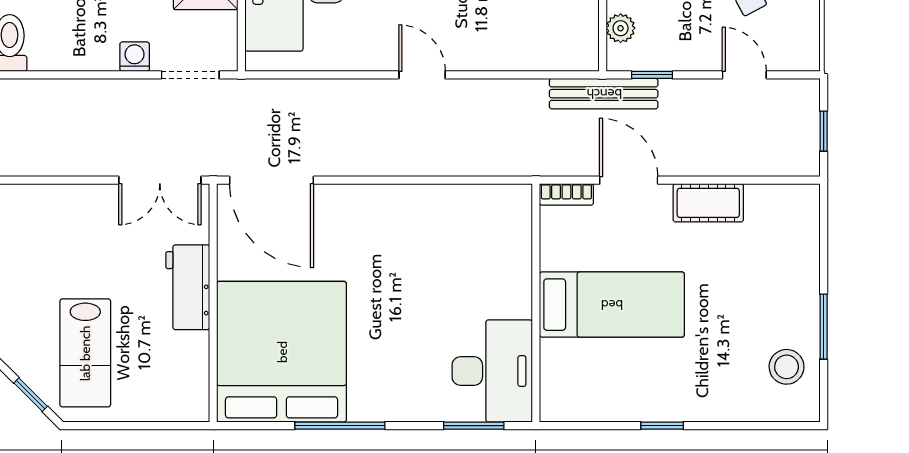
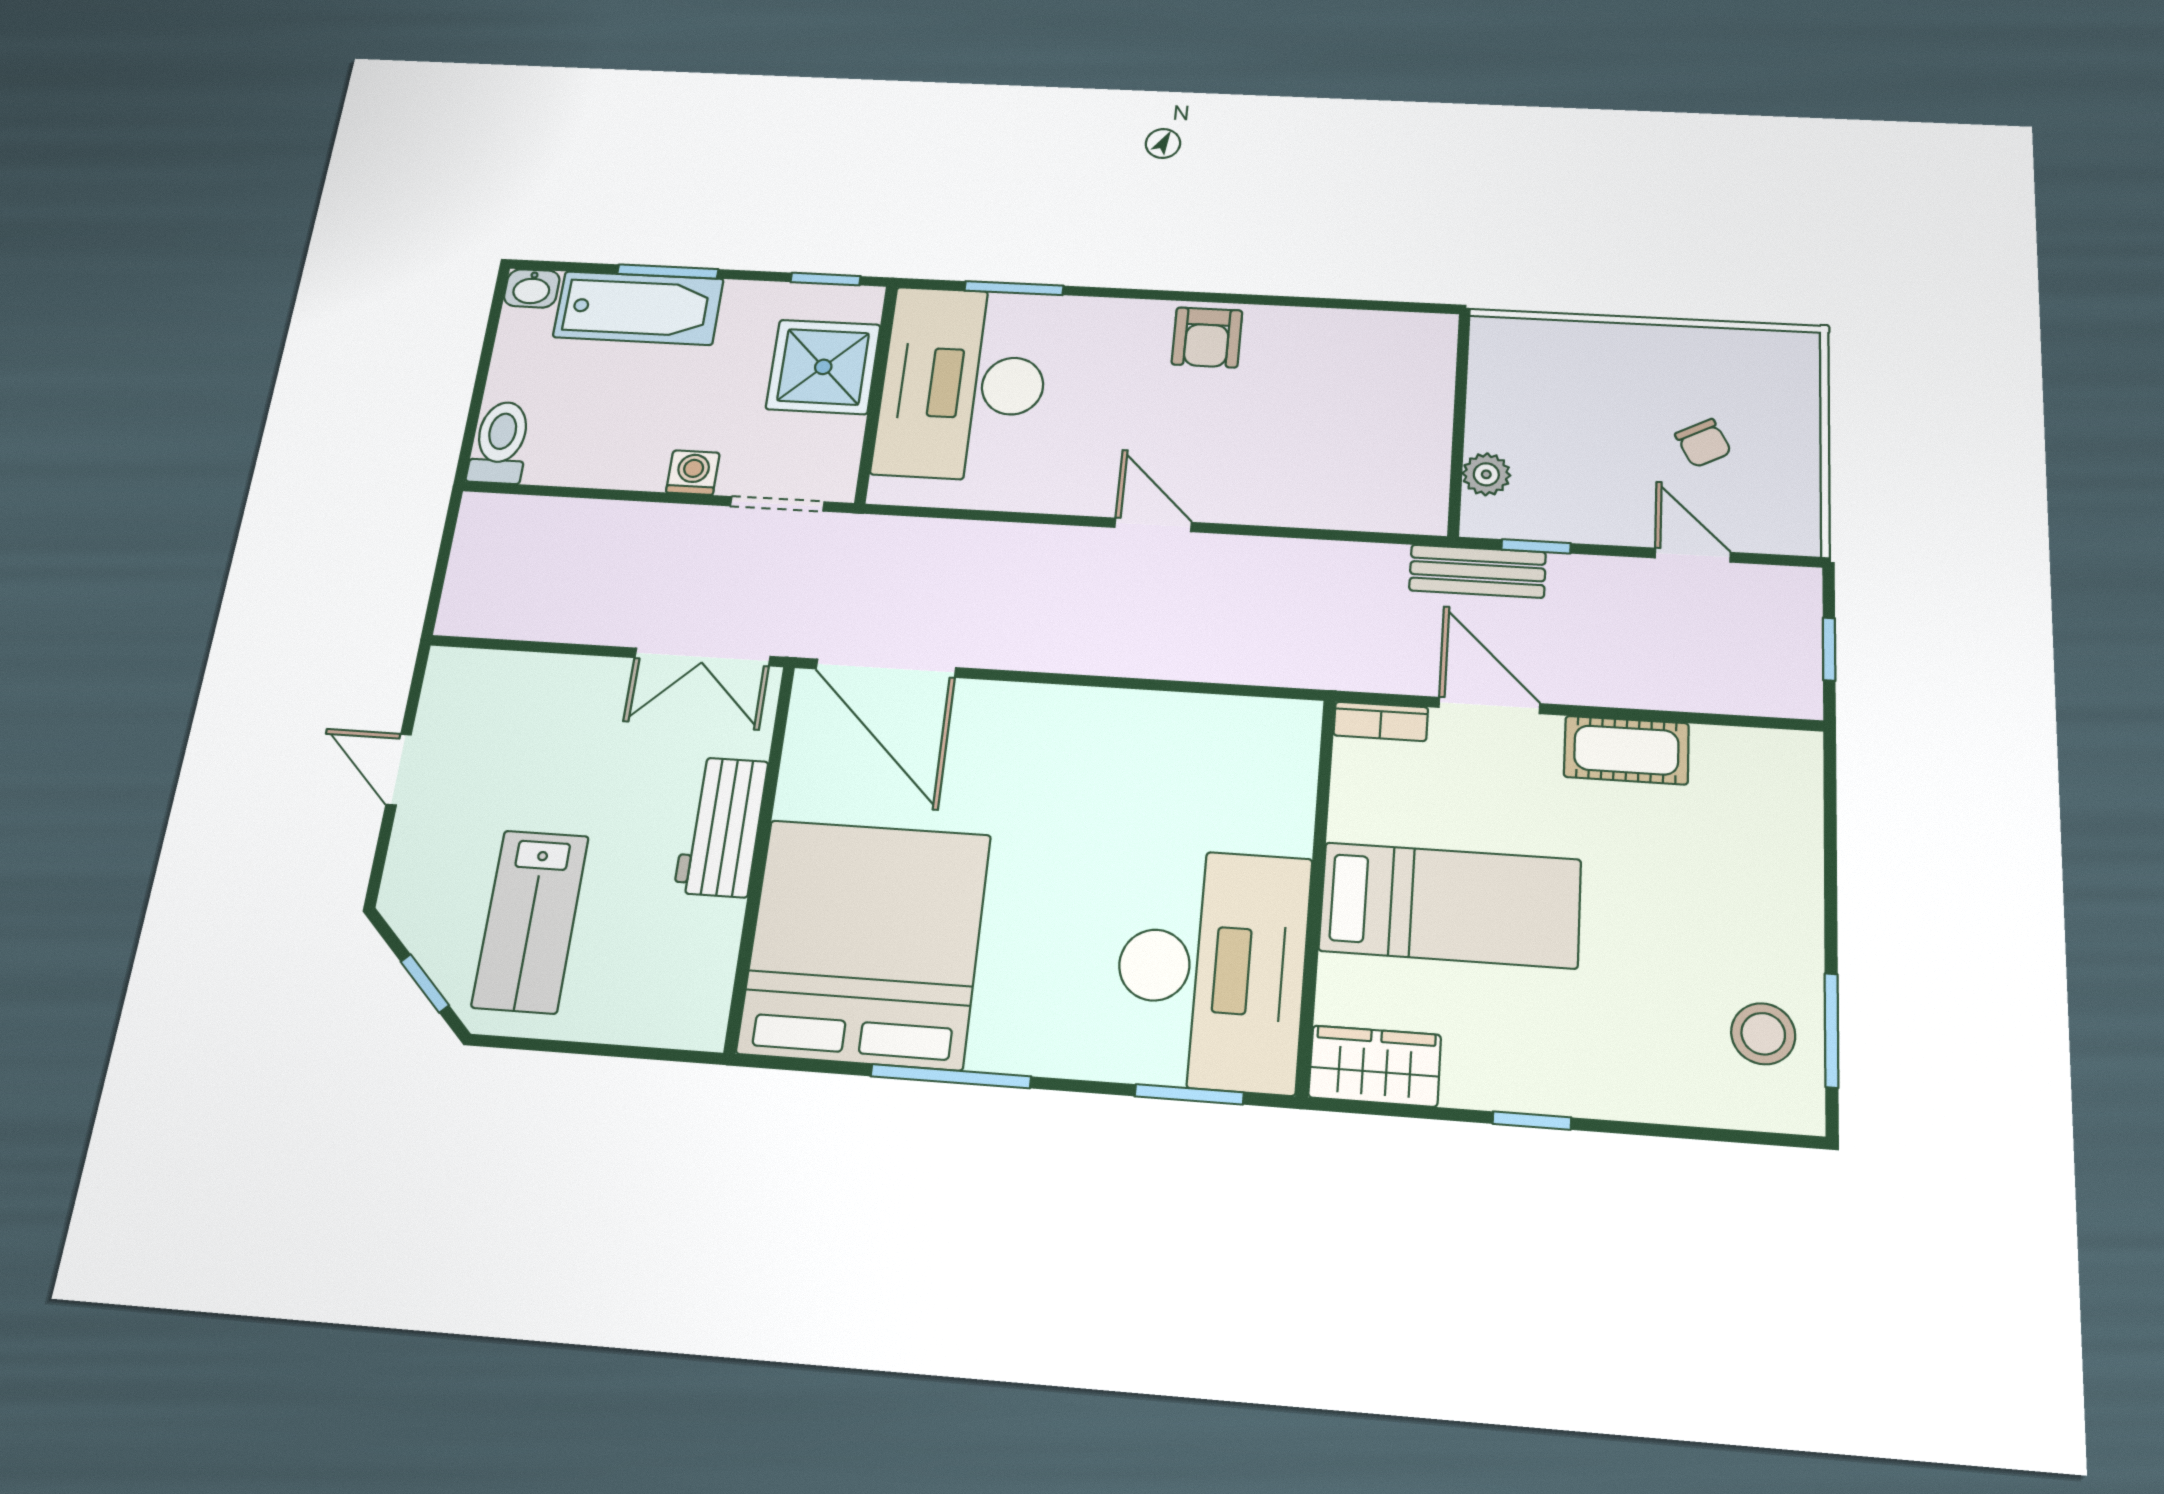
bench: (604, 94) -> (1478, 571), width x0.73
window: (824, 327) -> (1831, 1030), moved
desk: (492, 371) -> (1211, 969), width x1.36, depth x1.30
wardrobe: (575, 402) -> (1375, 1066), added

